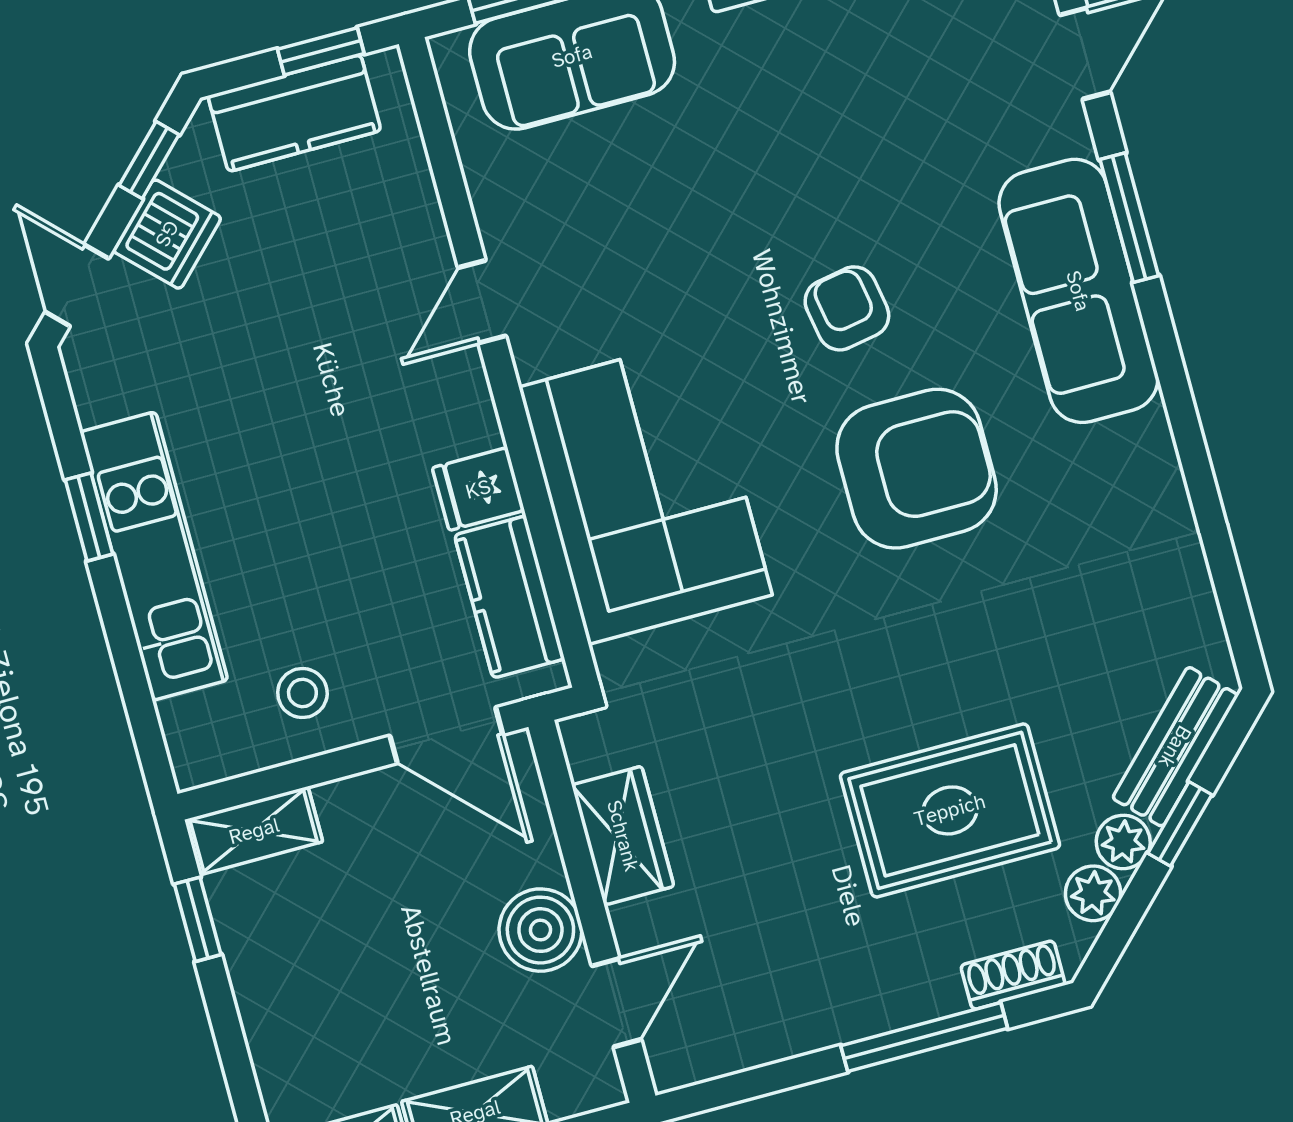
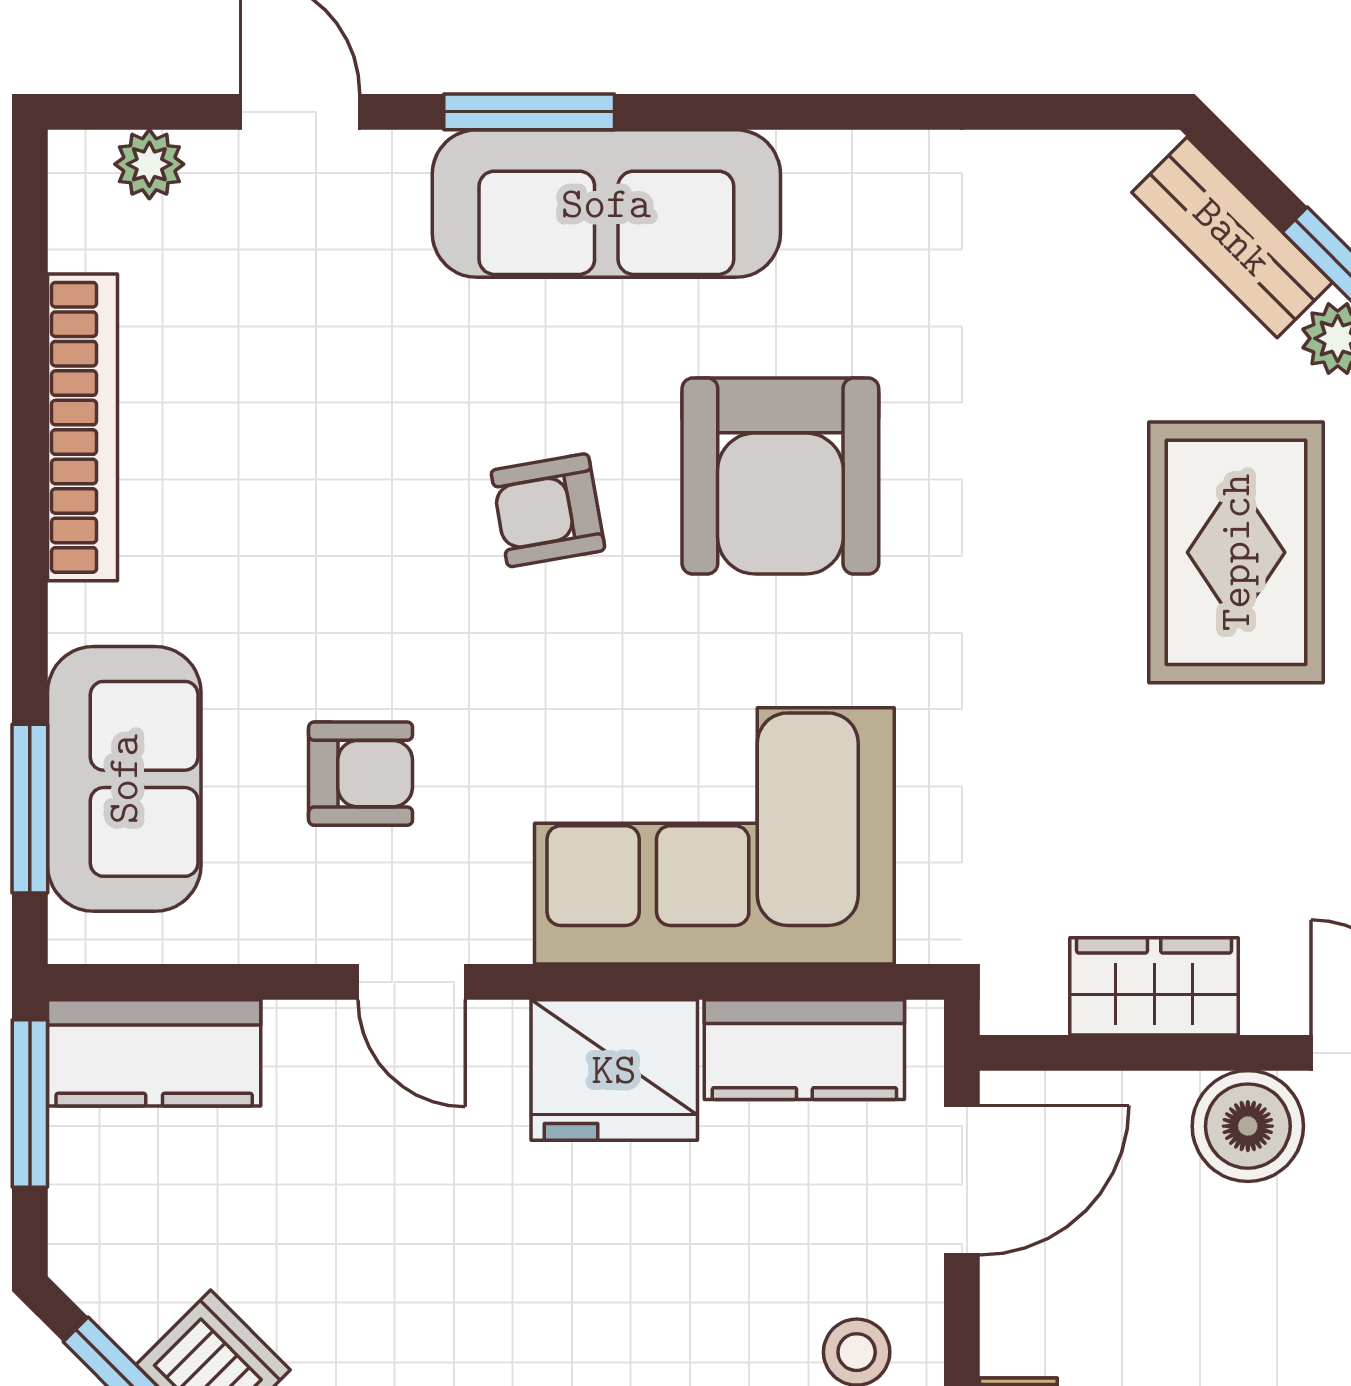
window: (321, 51) -> (30, 1104), width x1.50
kitchen counter: (294, 113) -> (154, 1053), moved, turned 90
armchair: (622, 225) -> (361, 774), added
armchair: (917, 469) -> (780, 476), turned 180
fridge: (478, 489) -> (614, 1070), width x1.88, depth x1.34

